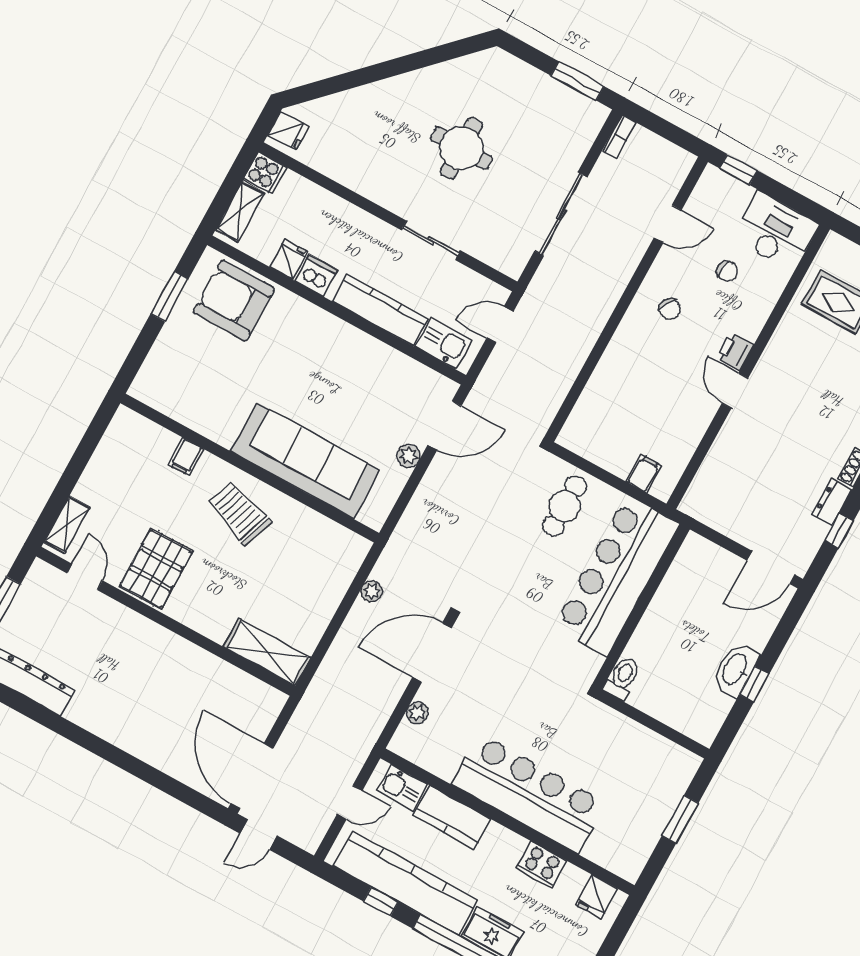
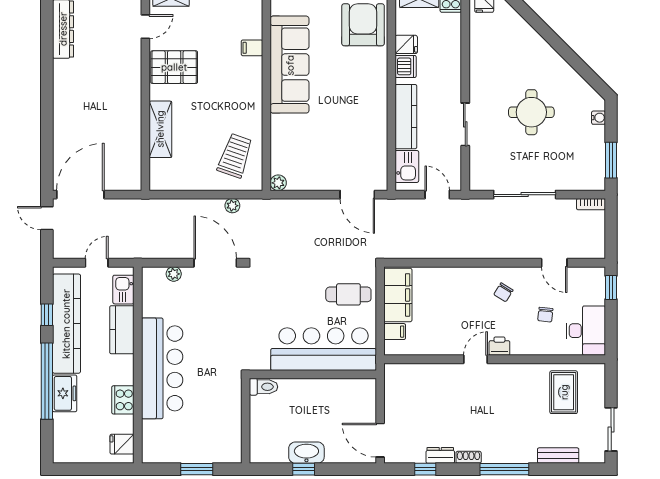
water cooler: (515, 67) -> (599, 118), added
filing cabinet: (600, 444) -> (398, 295), added
plant: (409, 456) -> (278, 183), moved
sofa: (305, 461) -> (290, 65), moved
trolley: (239, 513) -> (235, 156), moved
shelving: (267, 652) -> (160, 129), moved
door: (350, 802) -> (97, 263), swing flipped

